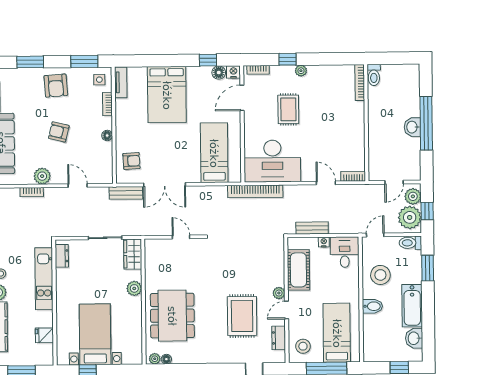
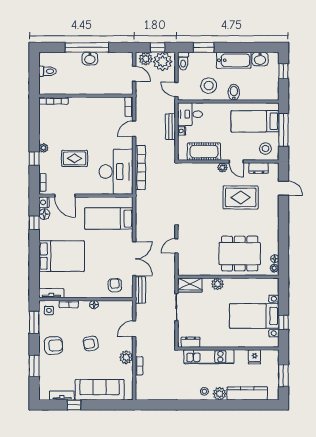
toilet: (374, 75) -> (48, 71), moved
armchair: (59, 132) -> (91, 344), turned 67
bookcase: (255, 191) -> (140, 167), moved
bench: (312, 228) -> (170, 127), moved

